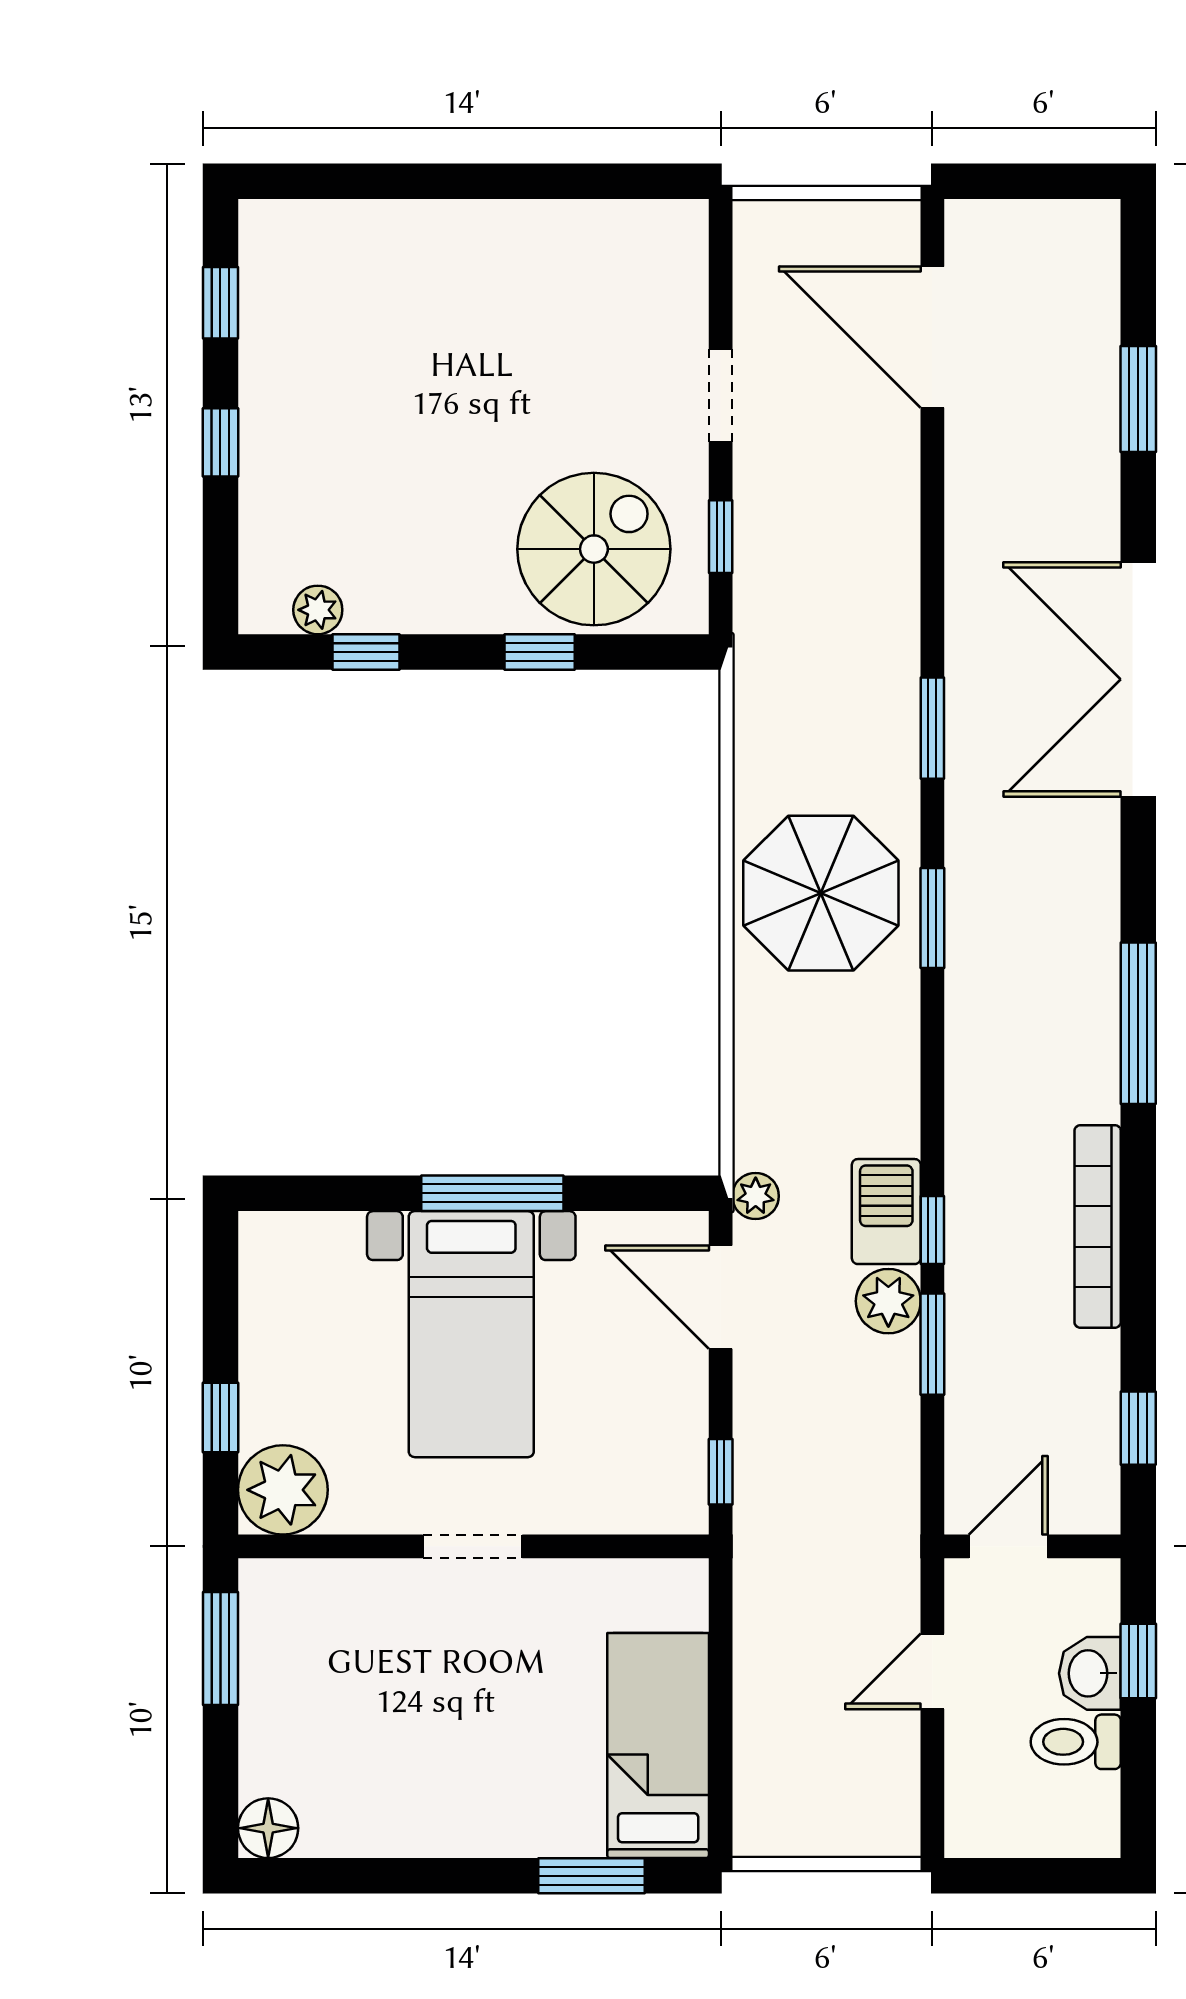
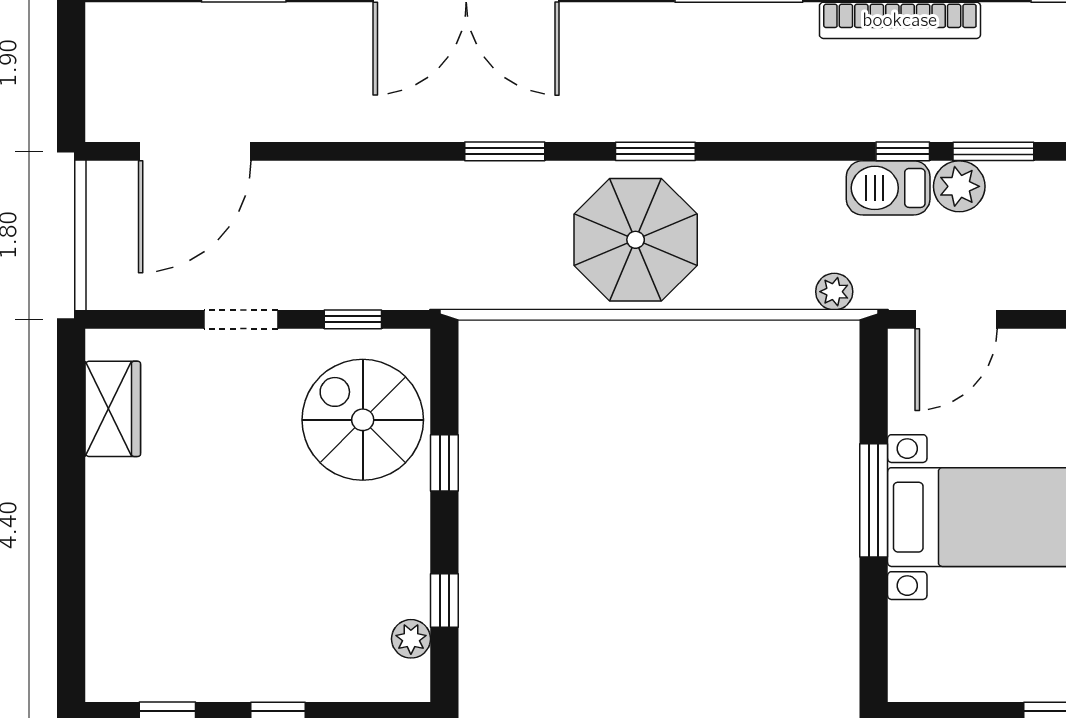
wardrobe: (608, 234) -> (113, 409), added
plant: (756, 1196) -> (834, 292), moved

